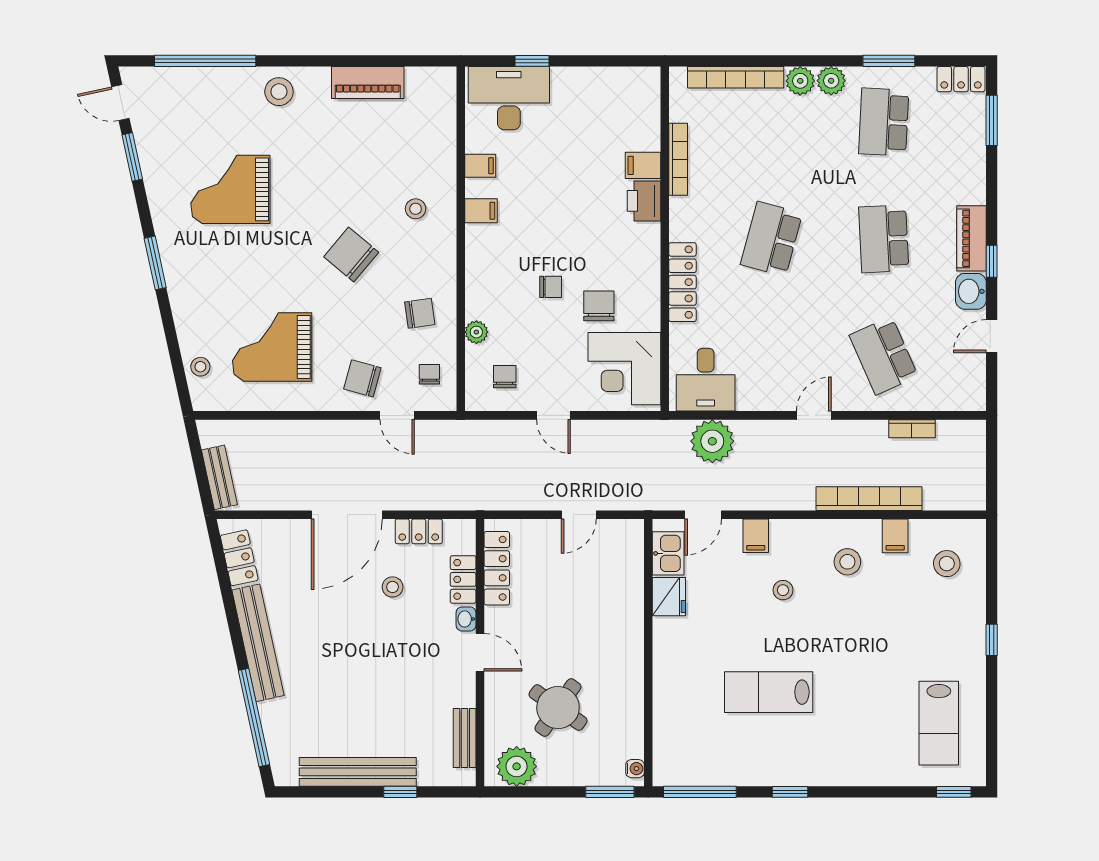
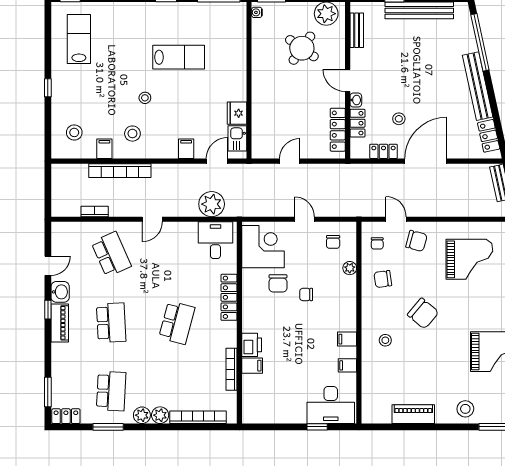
stool: (783, 590) -> (145, 98), moved

